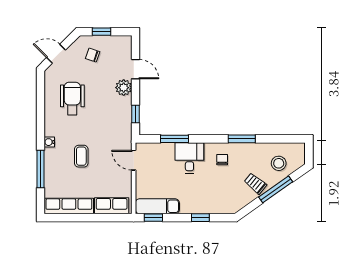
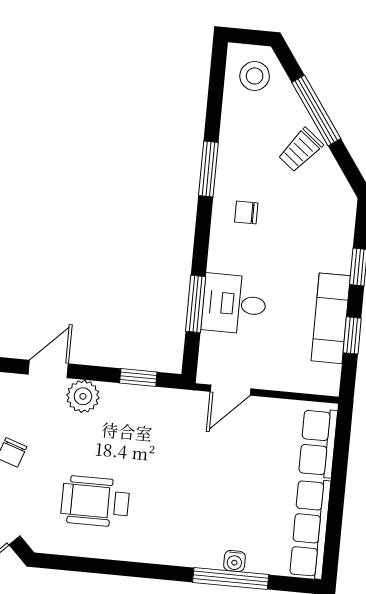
water cooler: (49, 142) -> (235, 561), moved
coffee table: (81, 156) -> (213, 494), removed
desk: (189, 158) -> (234, 304), moved
stool: (279, 163) -> (255, 76), moved
exam couch: (157, 206) -> (331, 318), moved
window: (153, 218) -> (352, 335), moved

